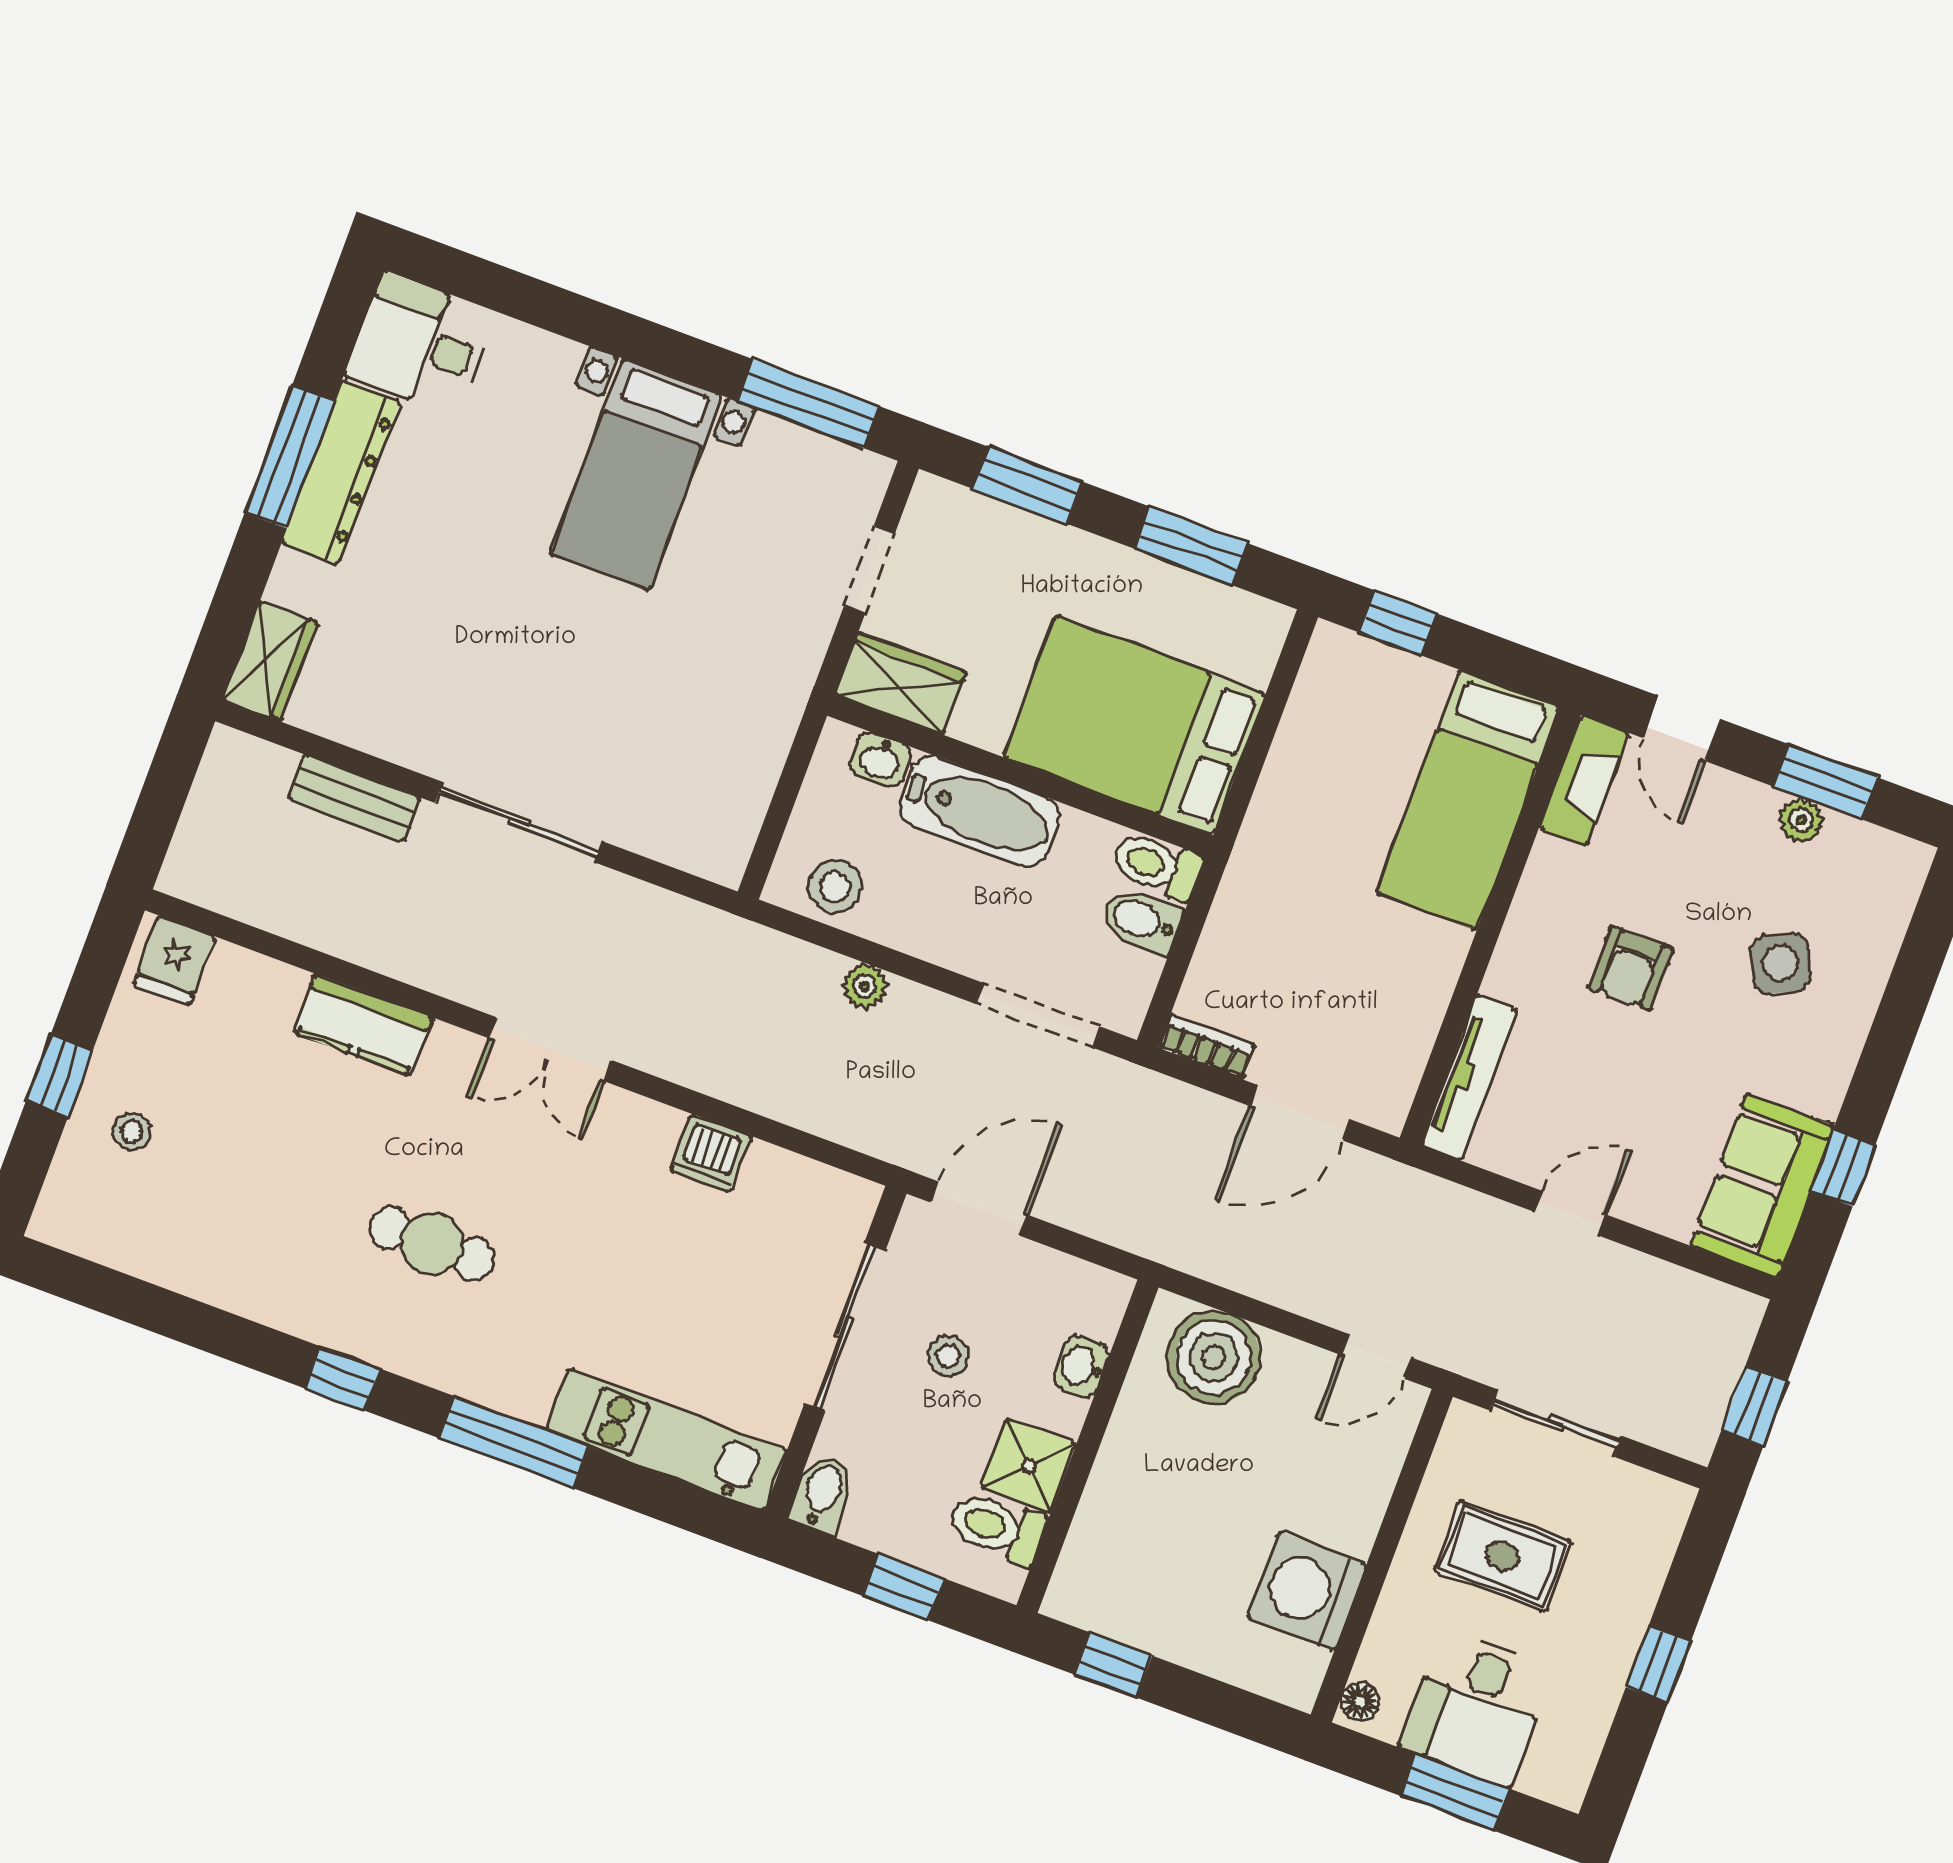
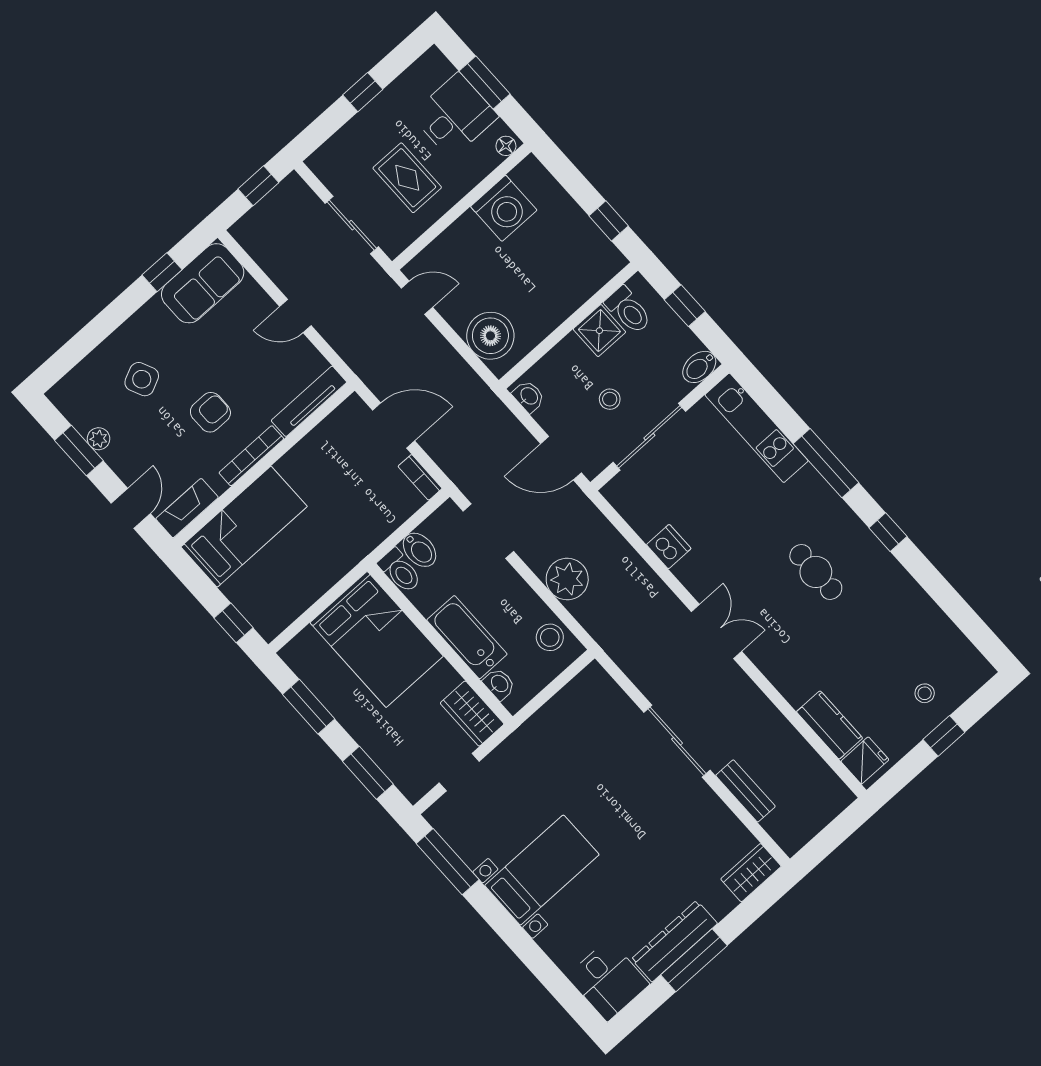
bookcase: (1520, 930) -> (251, 456), added
plant: (865, 986) -> (567, 579), width x1.87, depth x1.87
kitchen counter: (363, 1025) -> (830, 725), moved
washbasin: (1081, 1366) -> (529, 396), moved, turned -90

